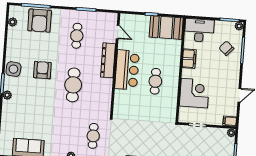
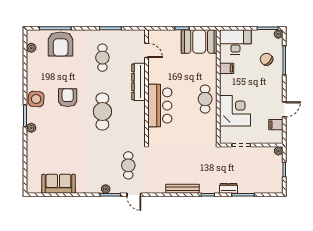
filing cabinet: (189, 59) -> (227, 68), width x0.50
bar counter: (127, 70) -> (160, 106), moved
cafe table: (155, 81) -> (205, 99), moved
filing cabinet: (230, 121) -> (276, 125), moved

